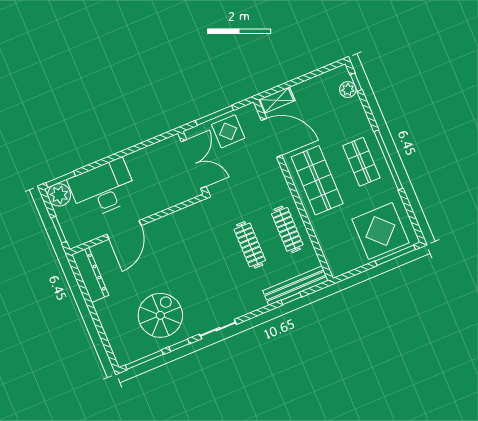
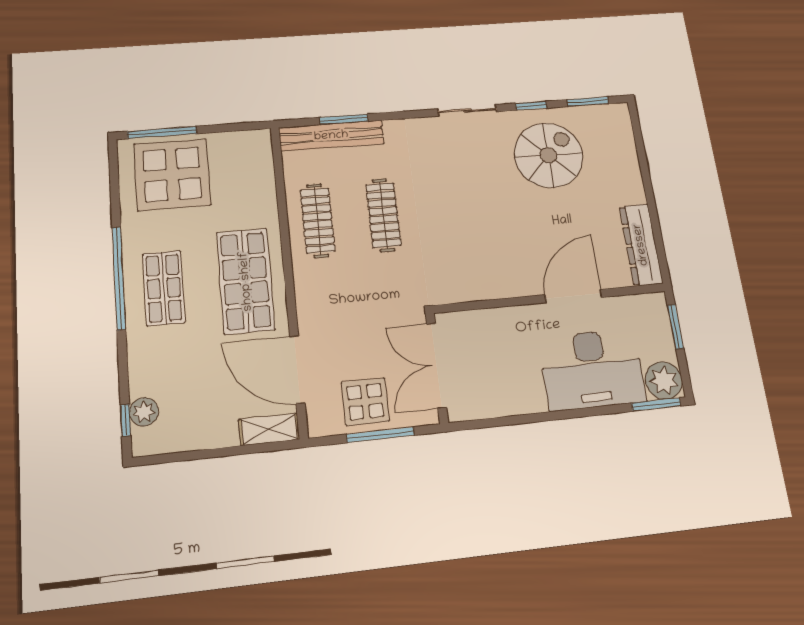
window: (291, 299) -> (344, 119), width x1.50
spiral stairs: (160, 315) -> (548, 155), turned 180
window: (144, 360) -> (588, 102), width x0.69

